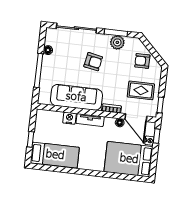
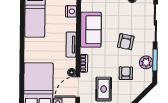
armchair: (142, 61) -> (126, 73), moved
sofa: (76, 97) -> (91, 30), width x0.73
nightstand: (69, 118) -> (71, 11), moved

